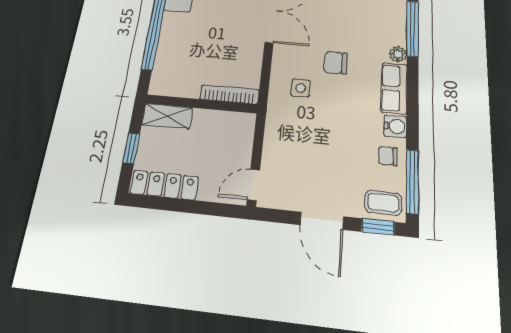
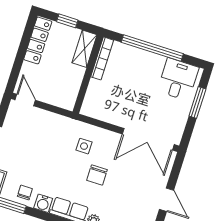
chair: (335, 63) -> (97, 175), turned 180
bookcase: (229, 95) -> (102, 58), moved

